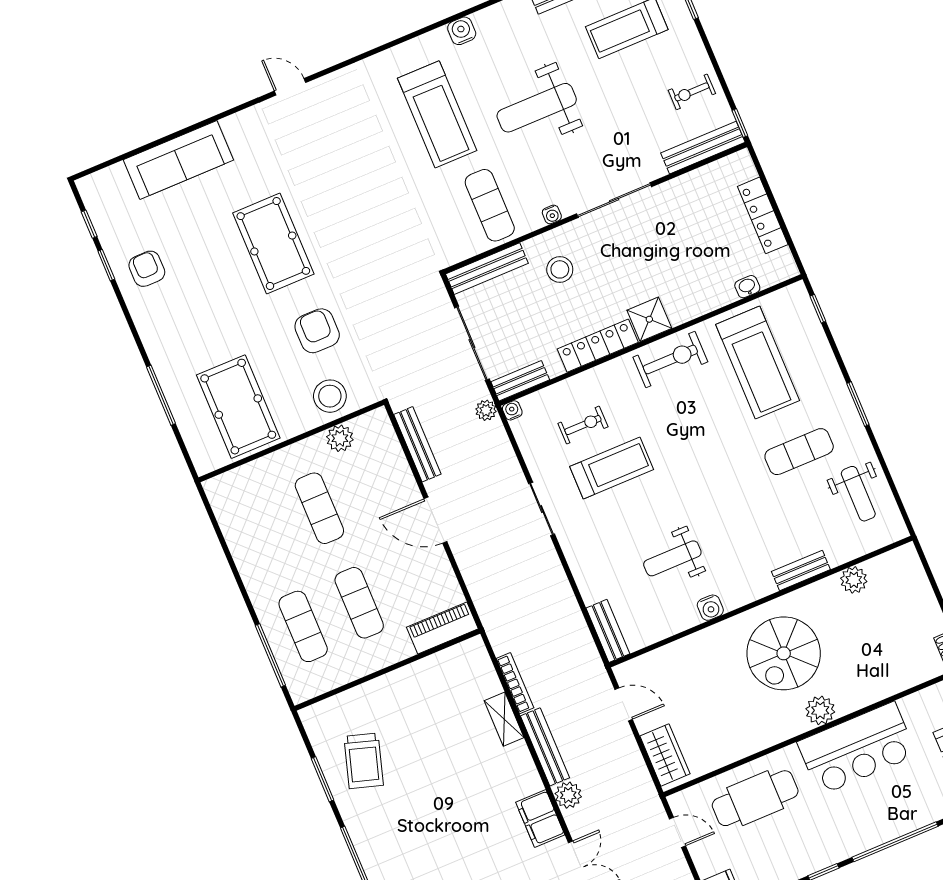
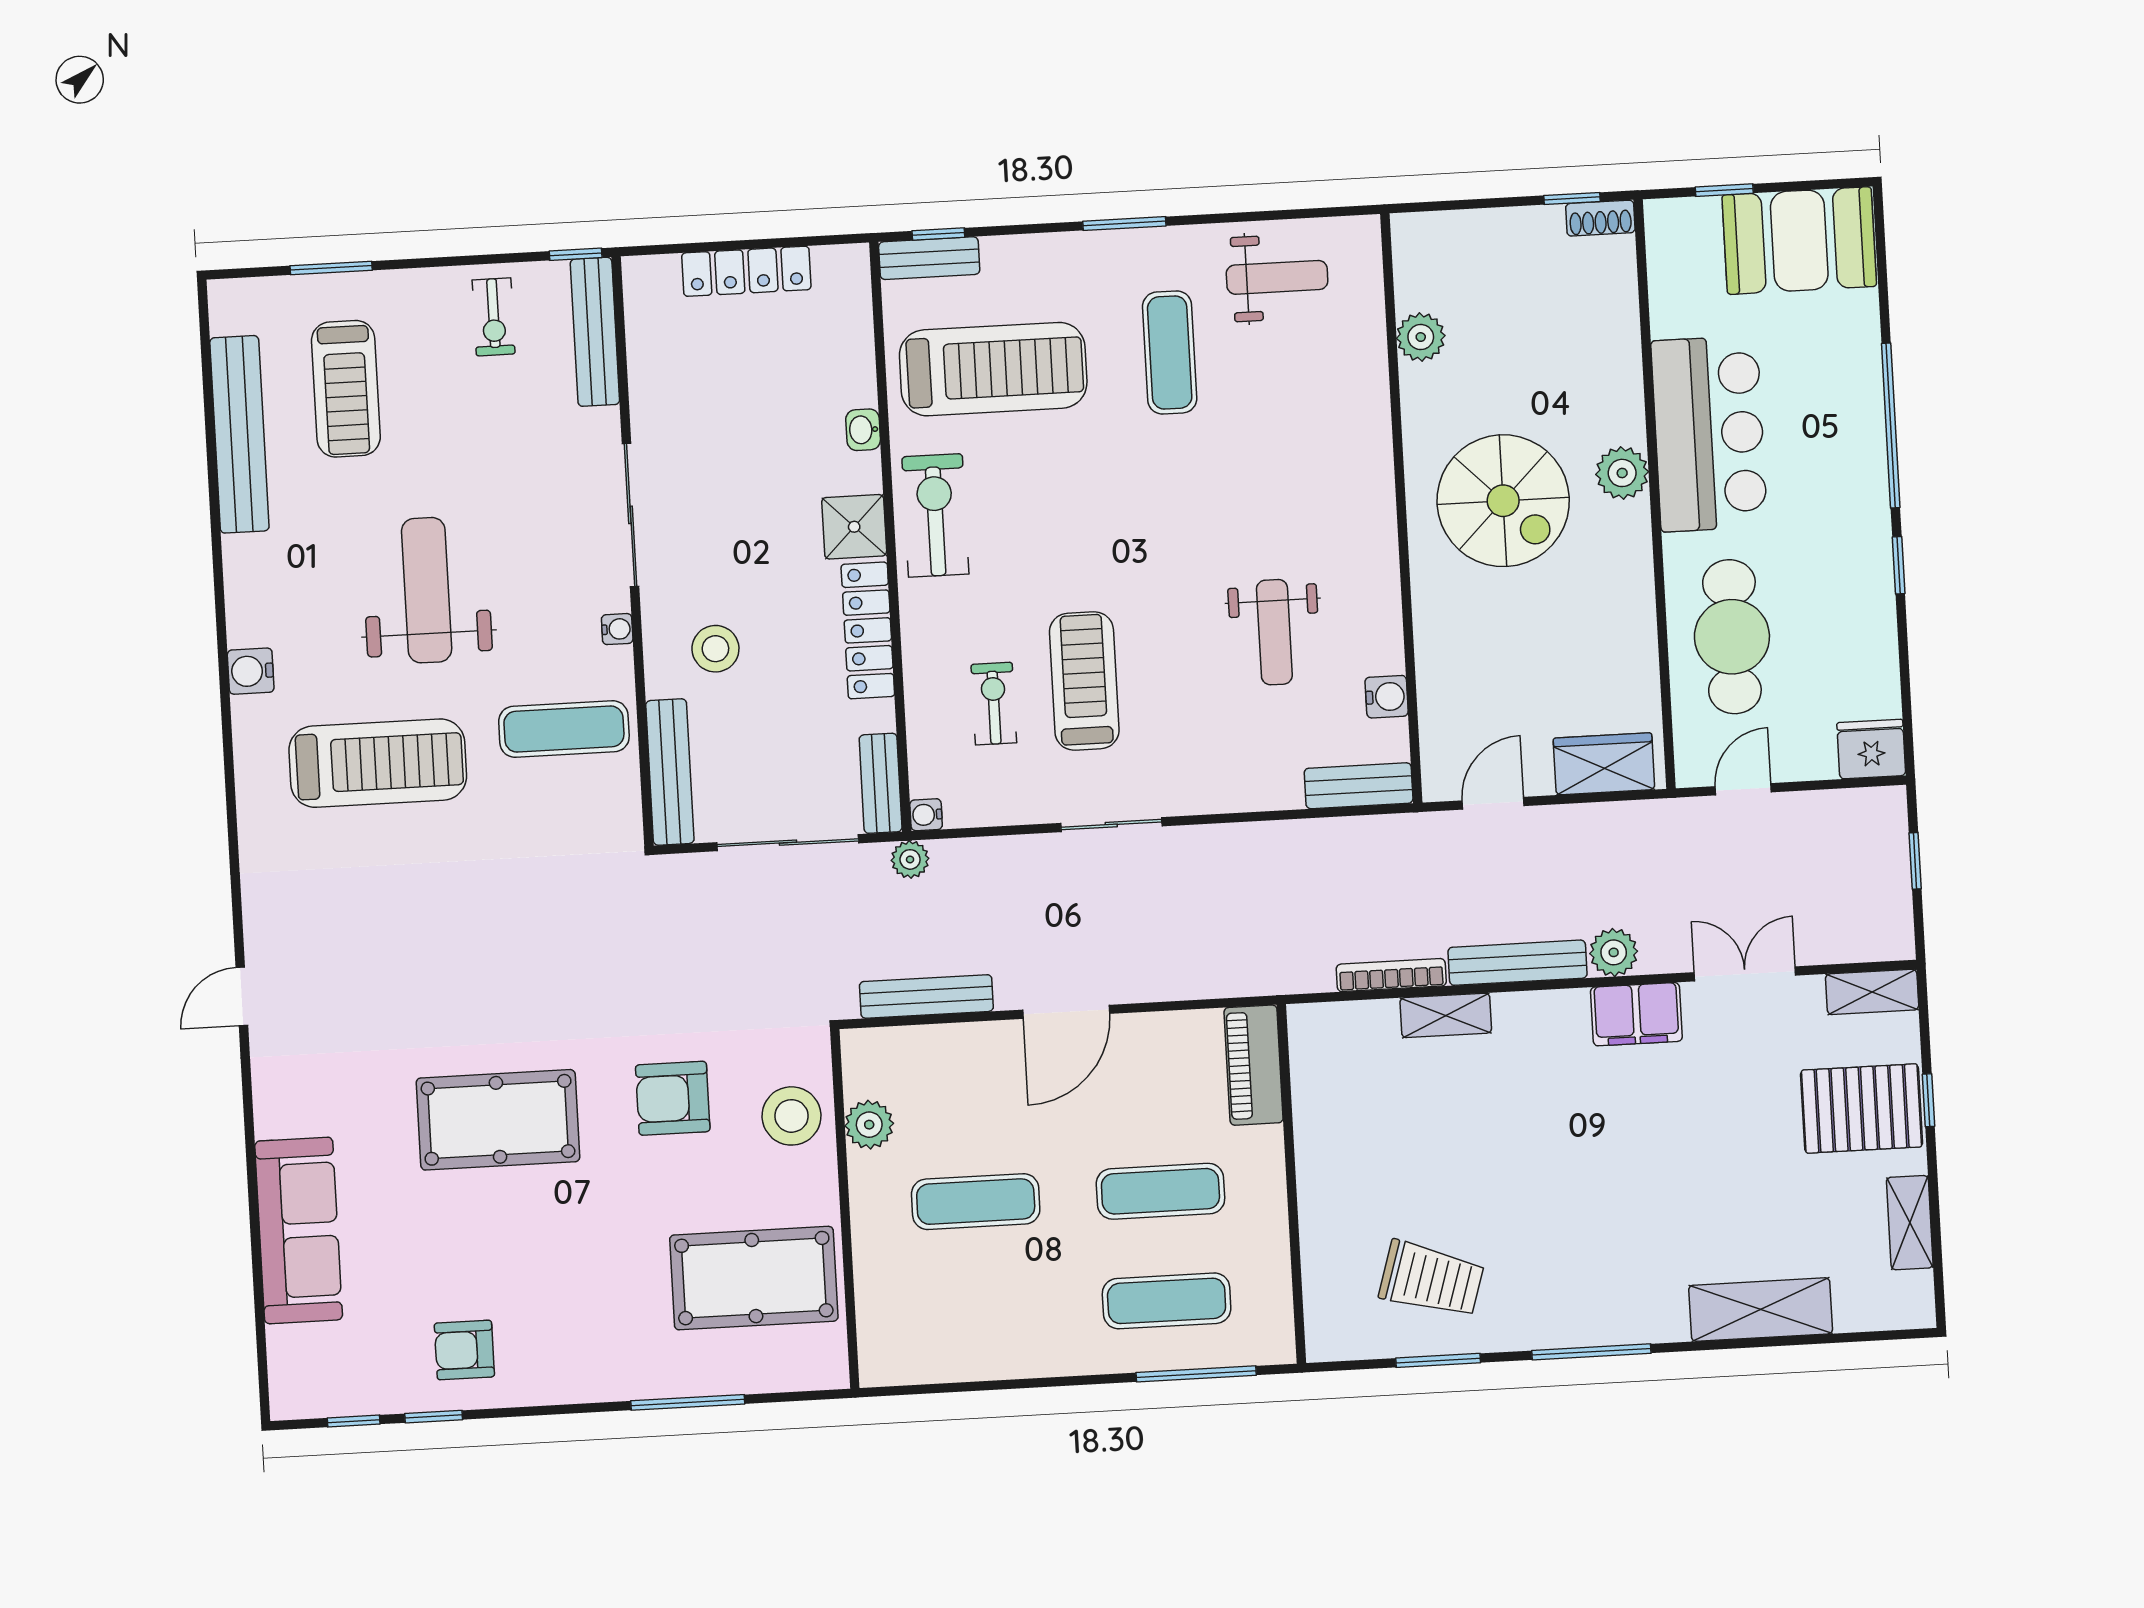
weight bench: (537, 108) -> (427, 590), turned 180
washbasin: (747, 287) -> (863, 430), moved
bench: (801, 570) -> (929, 258), moved, turned 90
water cooler: (710, 608) -> (1387, 697), moved

